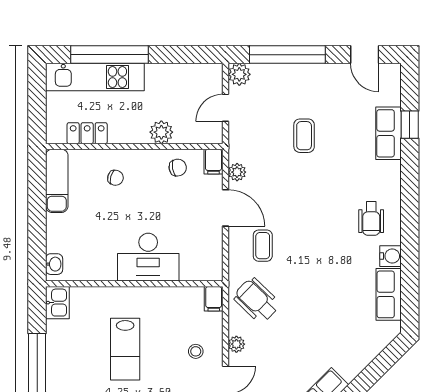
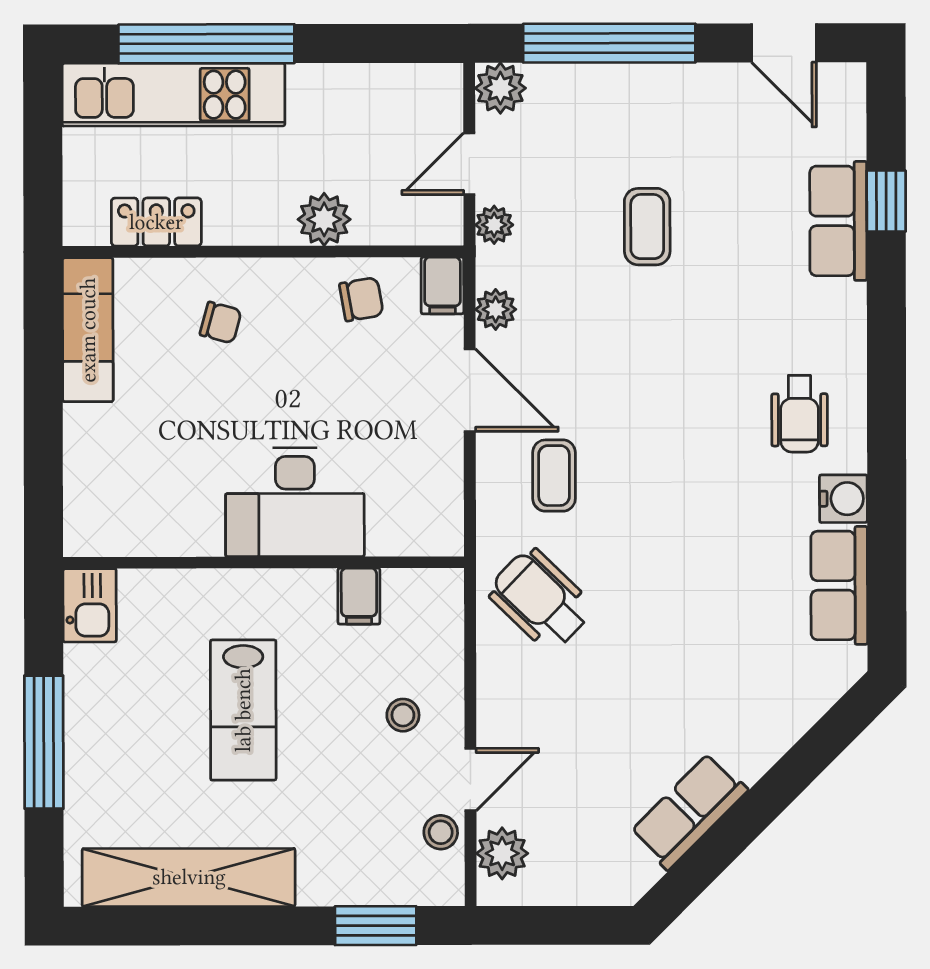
washbasin: (54, 264) -> (82, 518), removed
filing cabinet: (214, 299) -> (359, 596), moved
plant: (236, 344) -> (494, 225), moved

